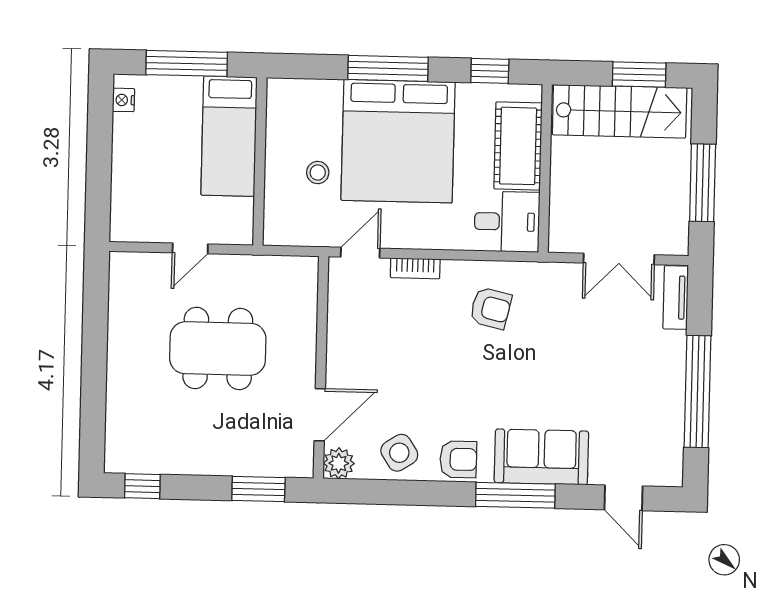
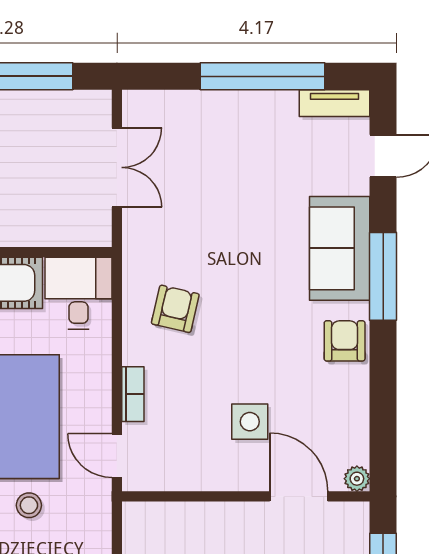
tv unit: (676, 297) -> (334, 103), moved
side table: (399, 453) -> (250, 422), moved, turned 33
plant: (339, 463) -> (357, 479), width x0.73, depth x0.73

